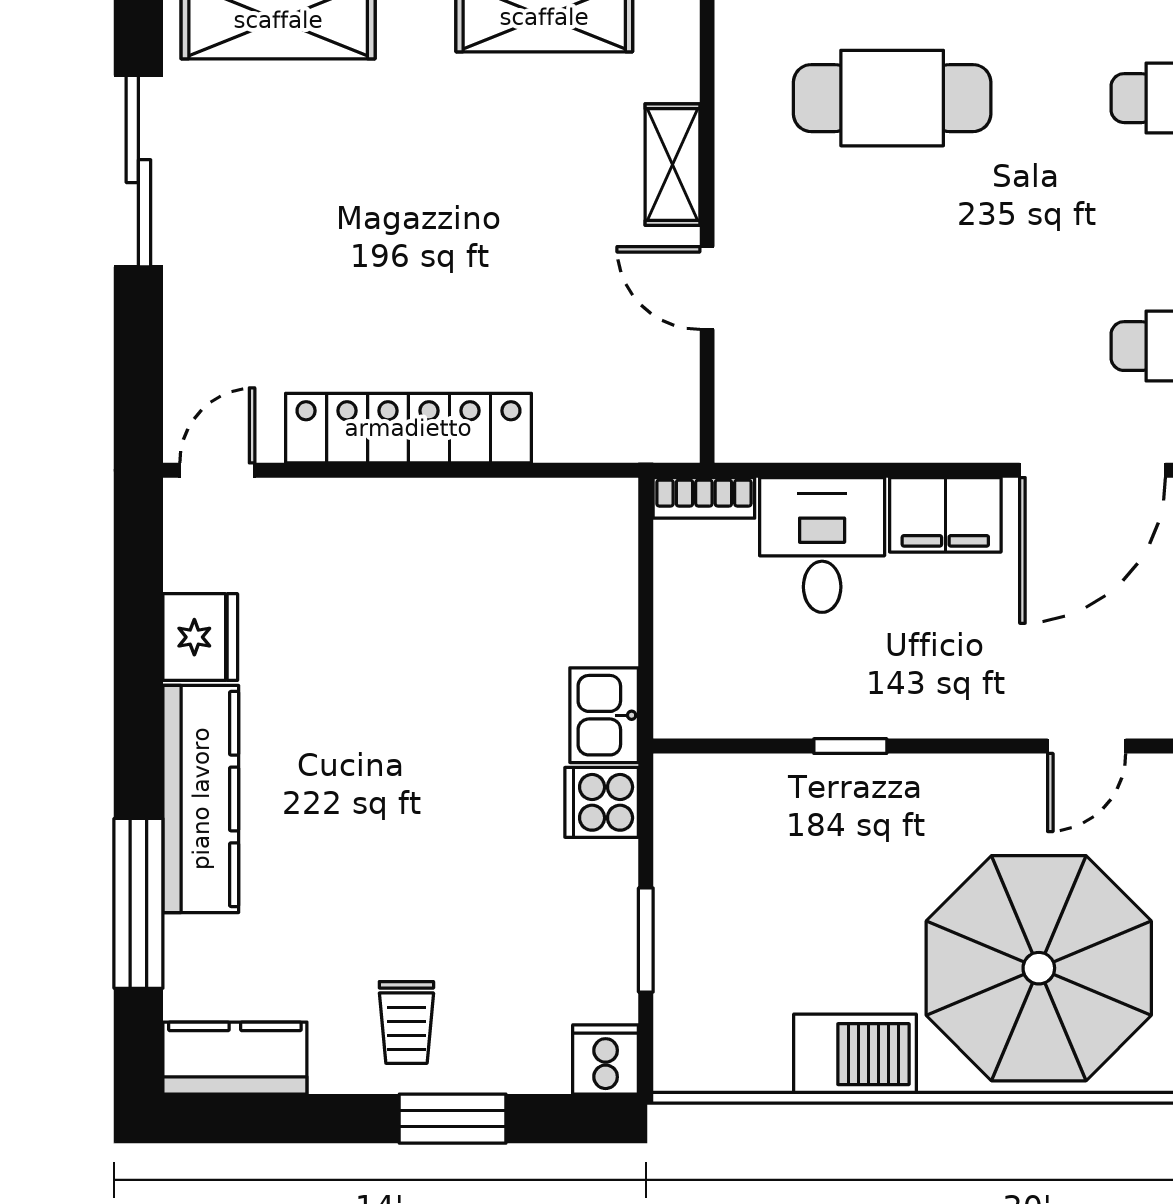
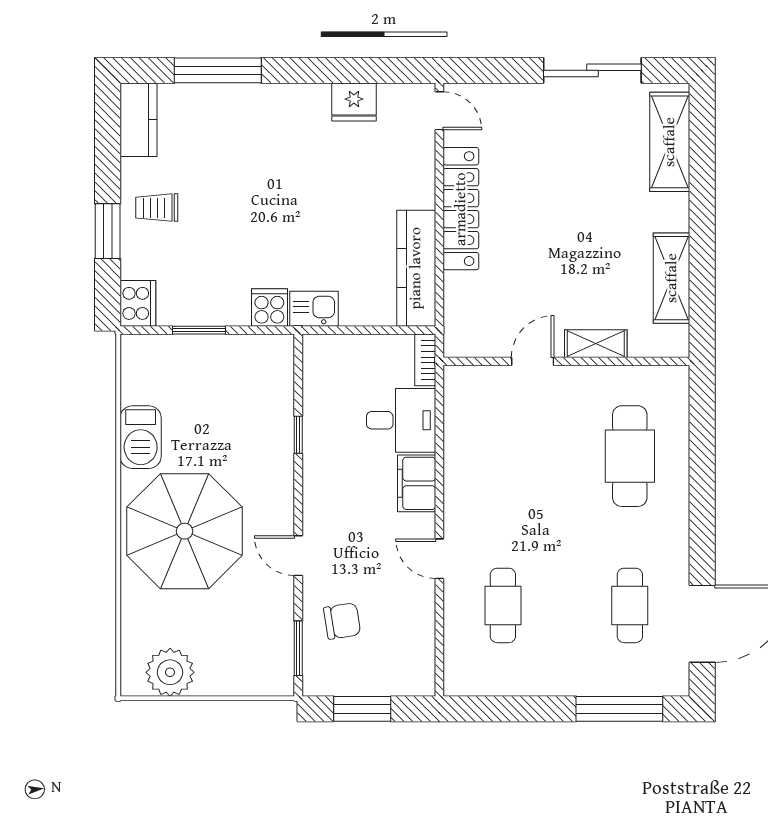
door: (1093, 470) -> (439, 559), width x0.53
kitchen counter: (201, 799) -> (416, 268), moved, turned 90
cooker: (606, 1059) -> (138, 303), width x1.36

